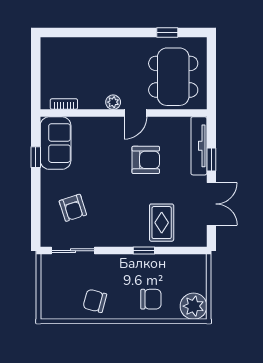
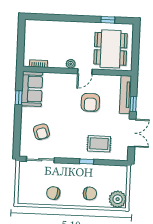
armchair: (146, 160) -> (90, 102), turned 90
rug: (162, 223) -> (99, 144), turned 90

